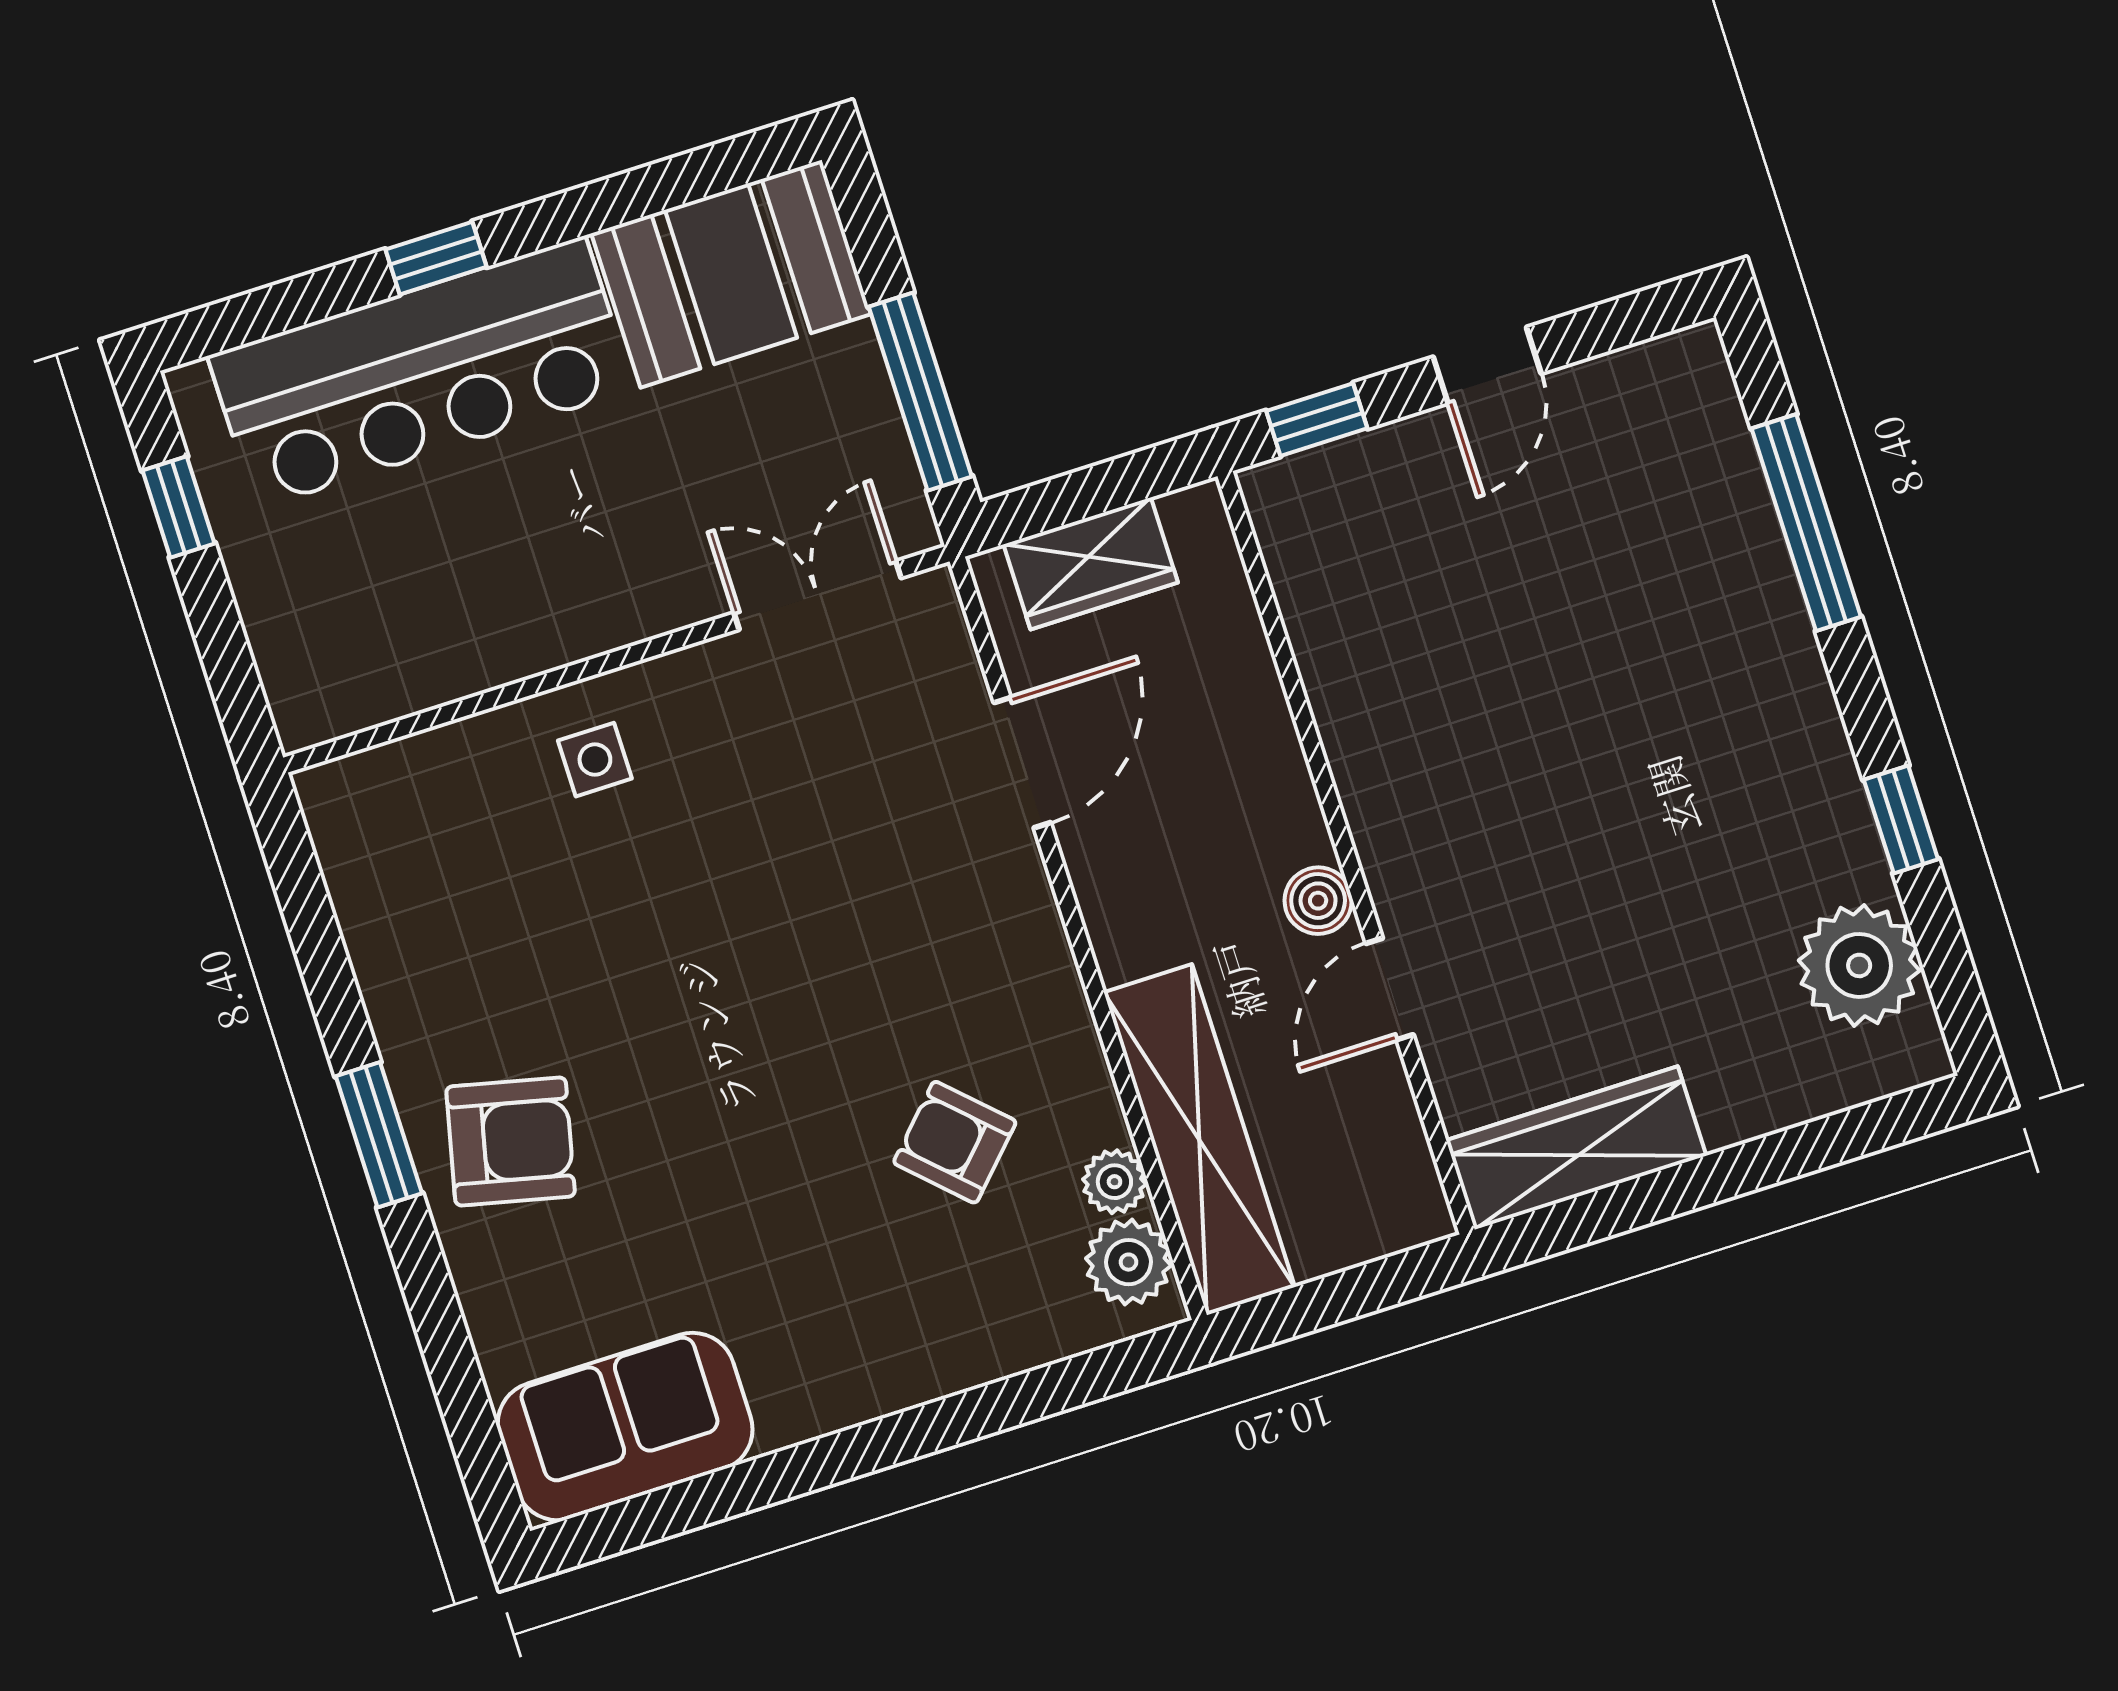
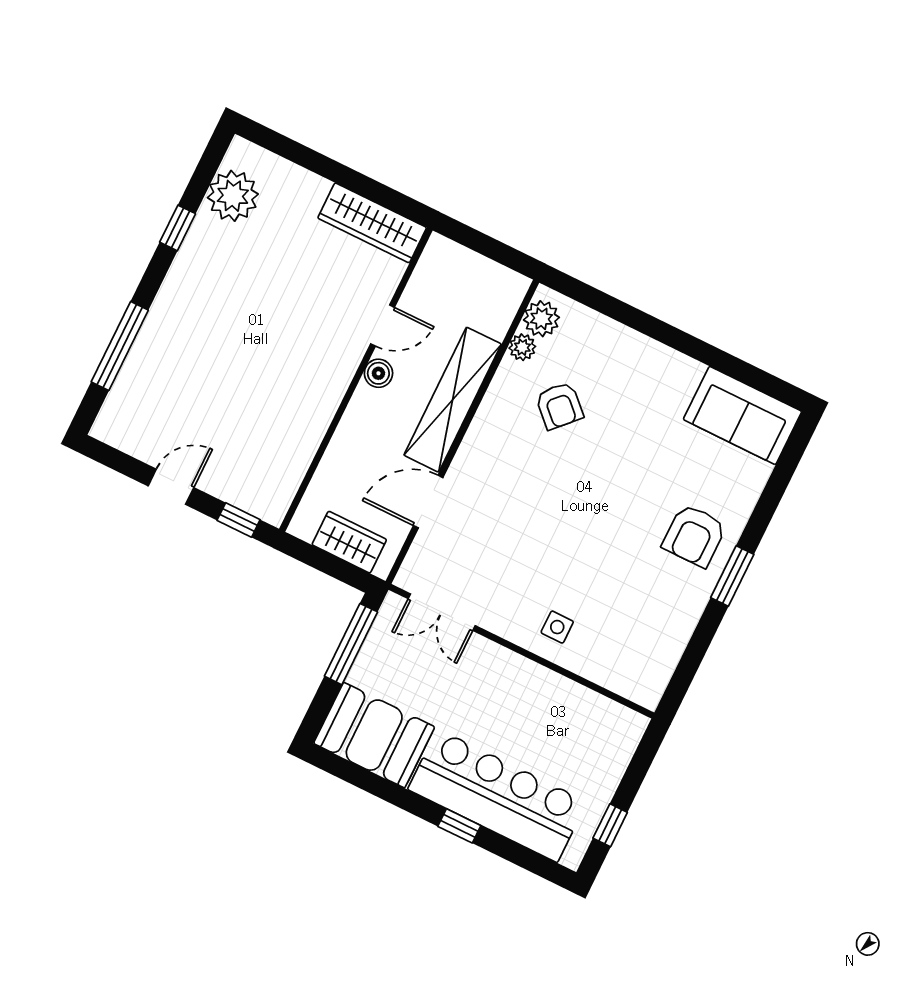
shelving: (1199, 1140) -> (453, 400), moved
armchair: (511, 1141) -> (694, 536), turned -103

